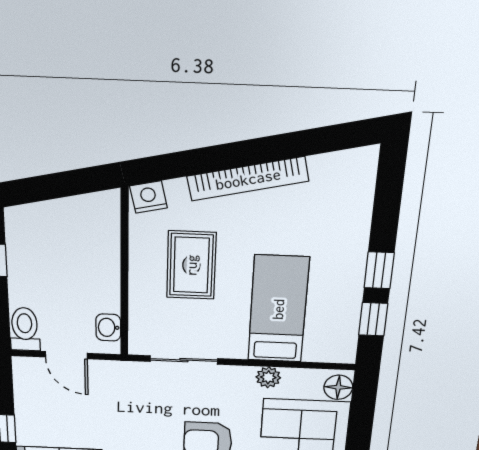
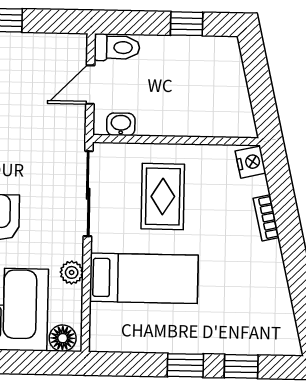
bookcase: (248, 179) -> (266, 218), width x0.43, depth x0.76
rug: (191, 265) -> (163, 197), moved, turned 90
window: (373, 319) -> (241, 366), moved
sliding door: (184, 360) -> (88, 194), width x1.37

